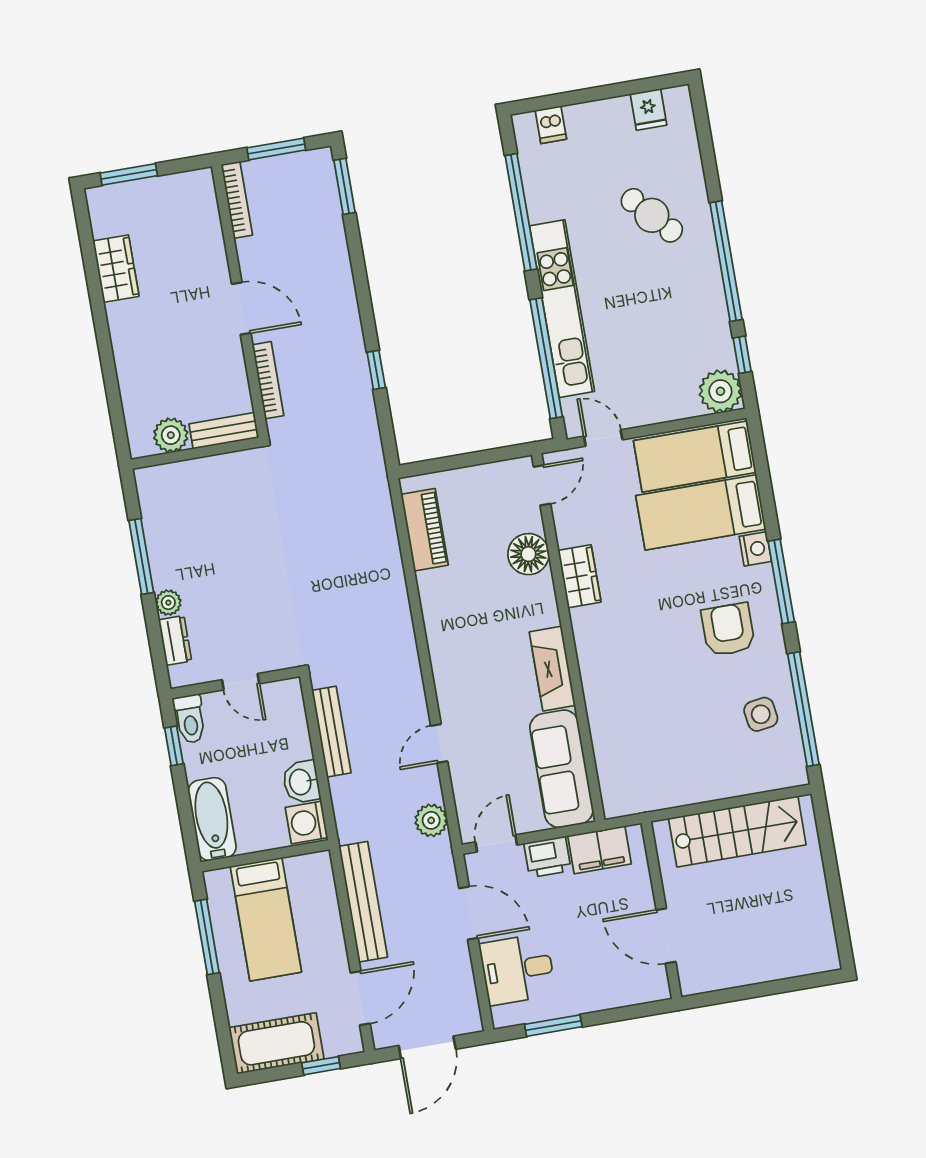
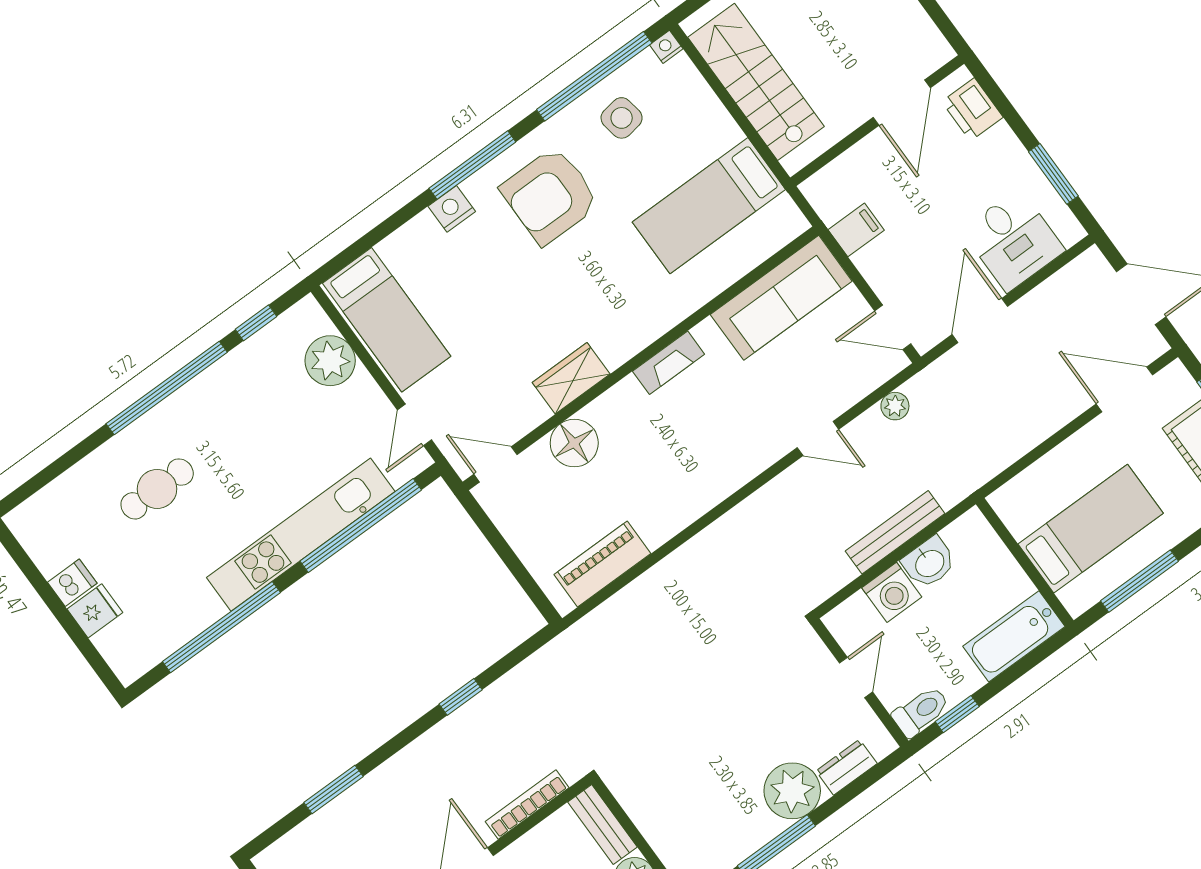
fridge: (648, 109) -> (95, 611), moved
dishwasher: (551, 125) -> (72, 583), moved
window: (344, 186) -> (334, 790), moved
cafe table: (652, 215) -> (157, 489), turned 42
plant: (720, 391) -> (330, 361), moved
bed: (701, 512) -> (709, 206), moved, turned 90
plant: (168, 603) -> (792, 791), width x1.88, depth x1.88
armchair: (728, 630) -> (550, 196), width x1.36, depth x1.36
fireplace: (552, 669) -> (669, 363), width x0.73, depth x0.76
bench: (331, 732) -> (895, 532), moved
nightstand: (799, 776) -> (666, 47), added
plant: (431, 820) -> (895, 406), width x0.73, depth x0.73
washing machine: (306, 823) -> (892, 592), moved
filing cabinet: (600, 850) -> (856, 230), width x0.50
printer: (547, 857) -> (972, 109), moved, turned 180
bench: (363, 902) -> (1022, 436), removed

